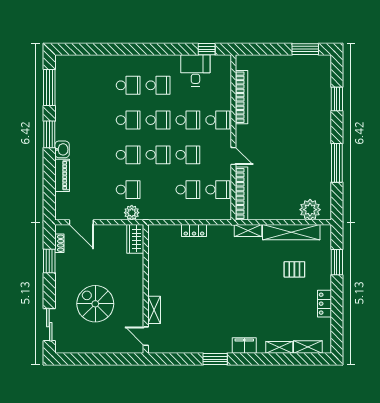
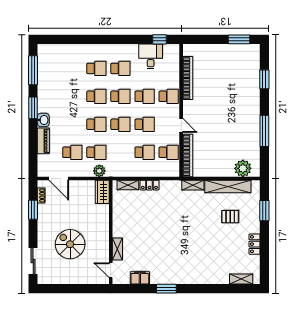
school desk: (98, 190) -> (72, 152), added
filing cabinet: (244, 346) -> (140, 278), moved
shelving: (279, 347) -> (128, 185), moved

